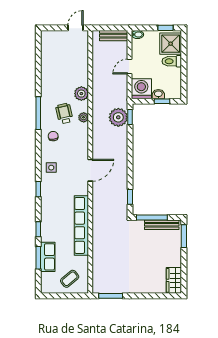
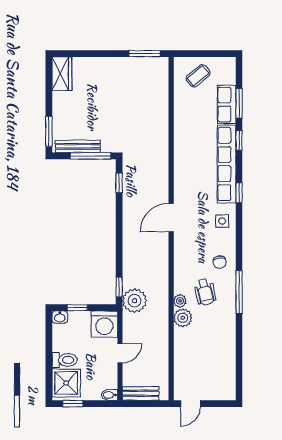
washbasin: (158, 94) -> (60, 317), moved
plant: (84, 117) -> (180, 301), moved
plant: (118, 117) -> (135, 301), moved
row of seats: (81, 225) -> (227, 164), moved, turned 180

